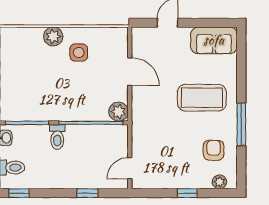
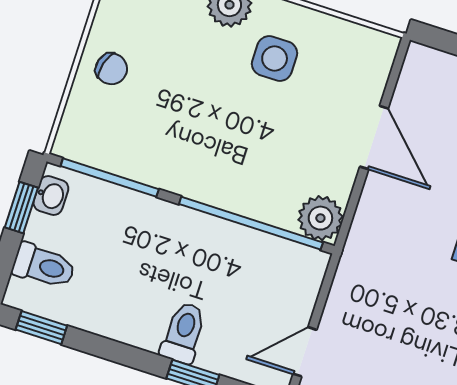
chair: (13, 78) -> (111, 69), added
toilet: (57, 137) -> (183, 333), moved, turned 180

